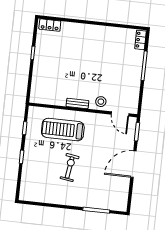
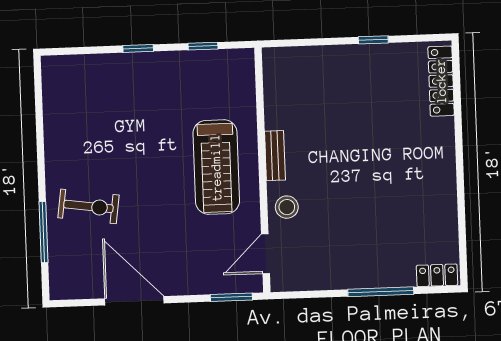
locker: (50, 25) -> (441, 81), width x1.53
treadmill: (63, 130) -> (216, 167), moved, turned 180
door: (133, 164) -> (134, 301), moved
exercise bike: (70, 167) -> (88, 206), moved

